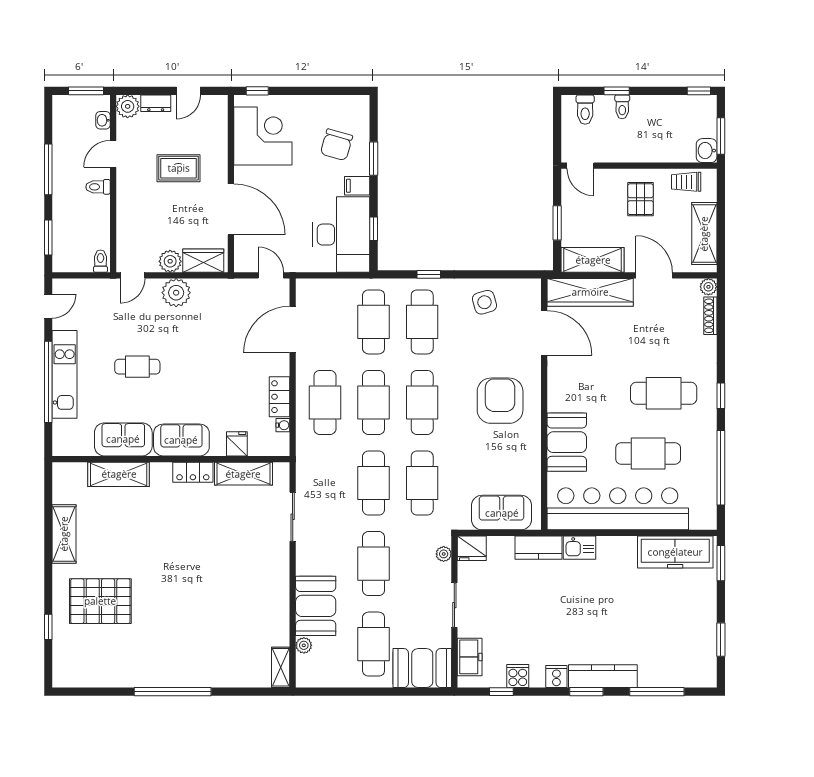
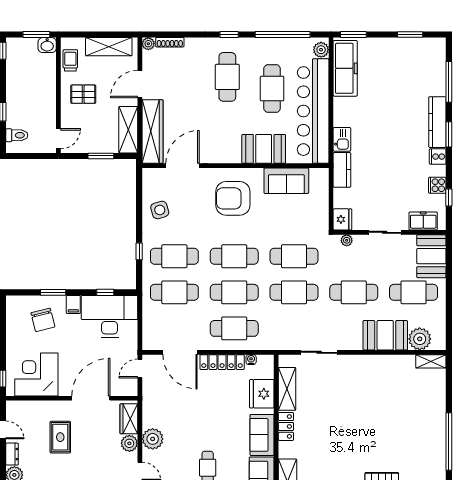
toilet: (622, 107) -> (15, 108), removed
chair: (336, 145) -> (43, 320), turned 60
trolley: (686, 182) -> (70, 60), turned 180
locker: (280, 397) -> (222, 362), width x1.53
fridge: (237, 444) -> (262, 394), width x1.88, depth x1.34
sofa: (502, 513) -> (286, 181), moved, turned -90
plant: (700, 519) -> (321, 50), added
plant: (304, 645) -> (420, 339), width x1.88, depth x1.88

